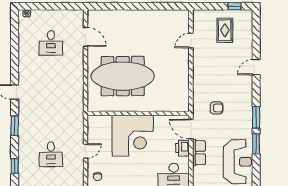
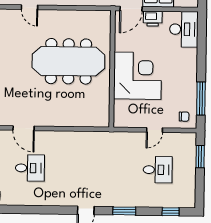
door: (85, 37) -> (24, 128), swing flipped
meeting table: (123, 76) -> (68, 61), moved, turned 90
door: (85, 151) -> (154, 130), swing flipped

